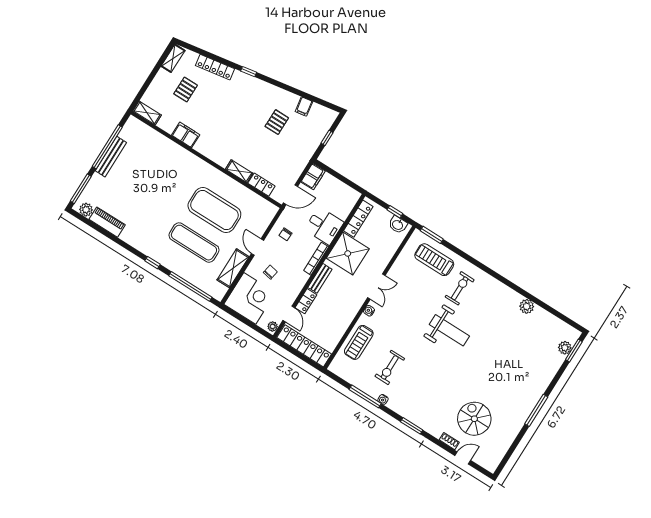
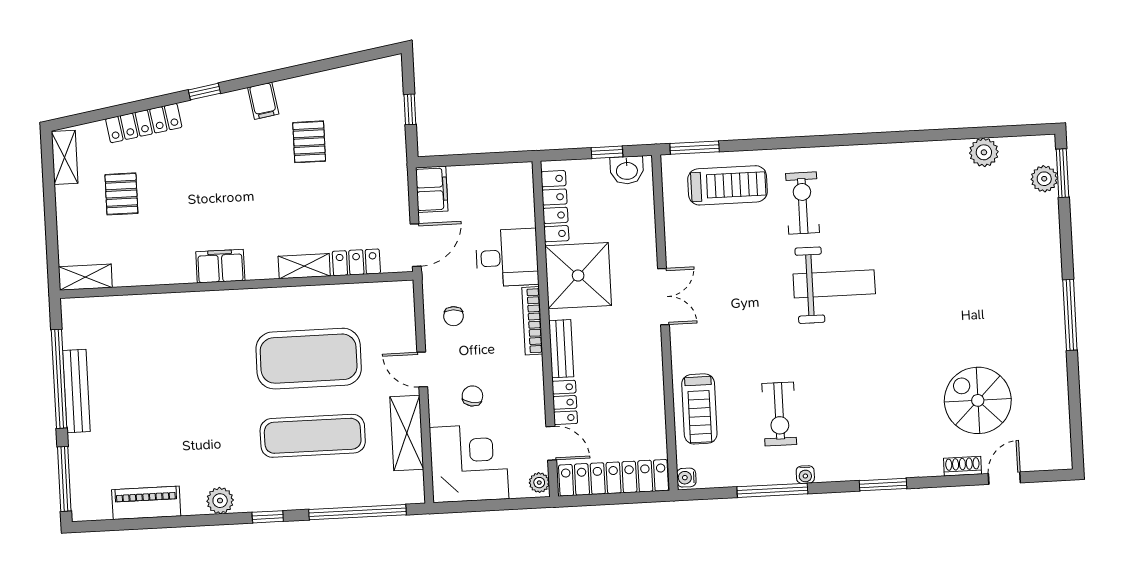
filing cabinet: (304, 106) -> (263, 101), moved
filing cabinet: (186, 135) -> (220, 266), moved
plant: (86, 210) -> (220, 501), moved
treadmill: (434, 260) -> (728, 185), turned 180
plant: (527, 306) -> (984, 152), moved
water cooler: (369, 311) -> (686, 478), moved

